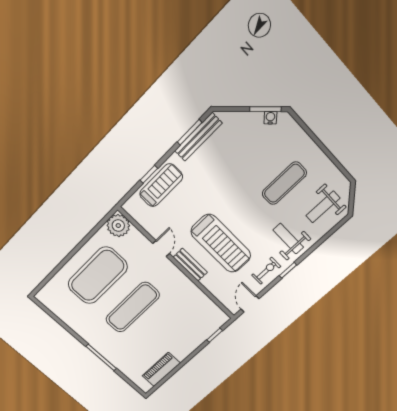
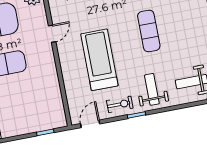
exercise mat: (284, 183) -> (149, 31), moved, turned 90
treadmill: (221, 244) -> (99, 60), turned 180
bench: (190, 265) -> (65, 61), removed

